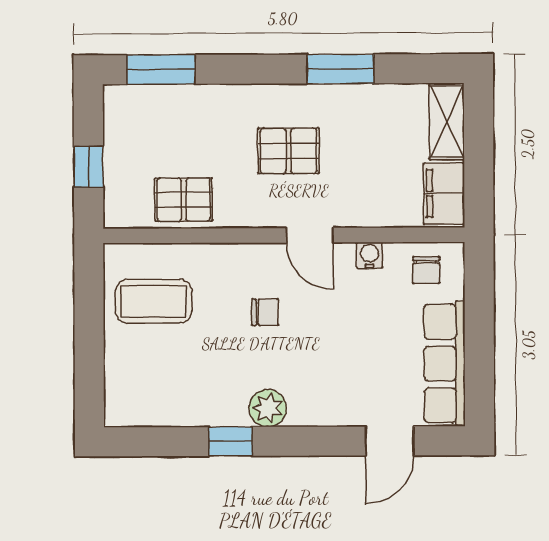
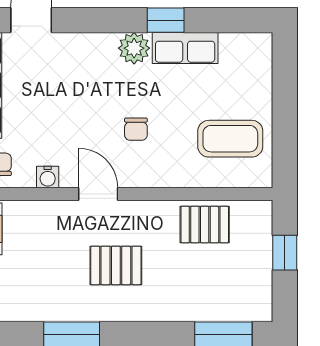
chair: (265, 312) -> (136, 129), turned -90
row of seats: (207, 409) -> (185, 48), added

